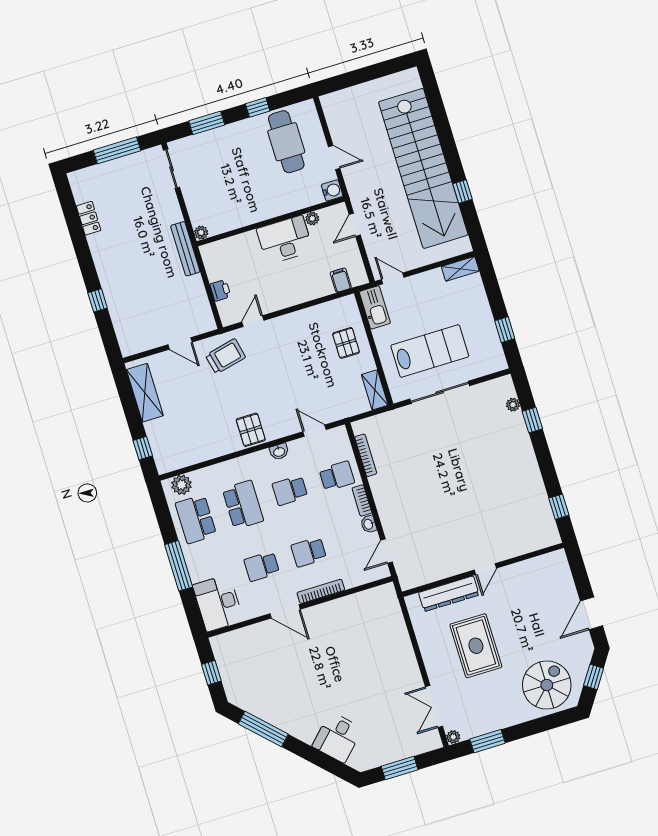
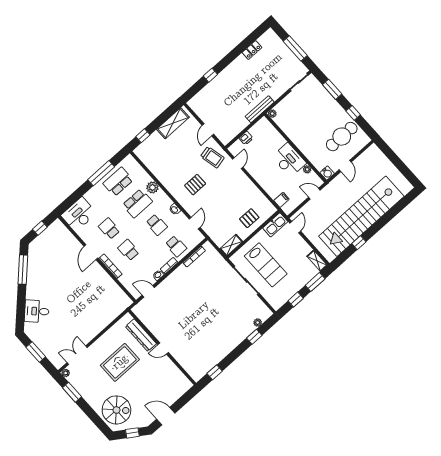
window: (492, 287) -> (315, 282), added
door: (253, 321) -> (238, 163), hinge flipped
pallet: (251, 430) -> (195, 185), moved
plant: (181, 485) -> (152, 187), moved
school desk: (290, 490) -> (157, 225), turned 180
window: (179, 566) -> (101, 173), moved

